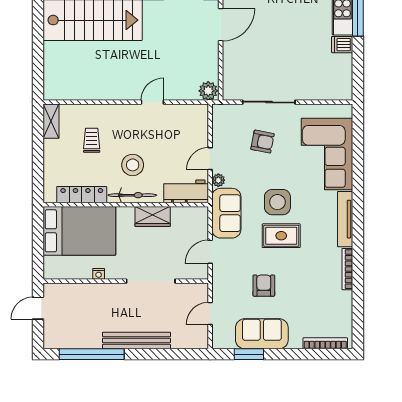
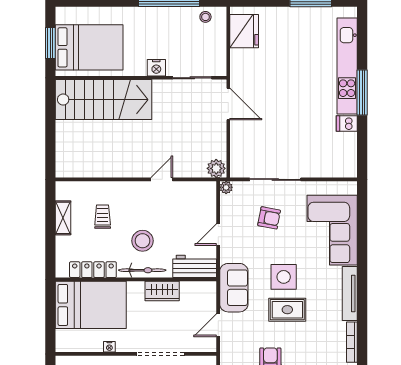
door: (221, 25) -> (228, 104), hinge flipped
shelving: (51, 121) -> (63, 218), moved
plant: (218, 180) -> (226, 187), moved

